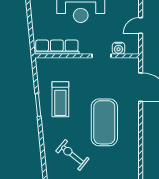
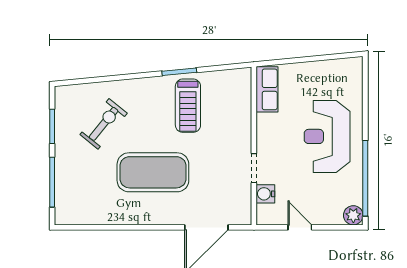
row of seats: (57, 47) -> (267, 89), width x0.68
treadmill: (60, 99) -> (188, 106), turned -90

